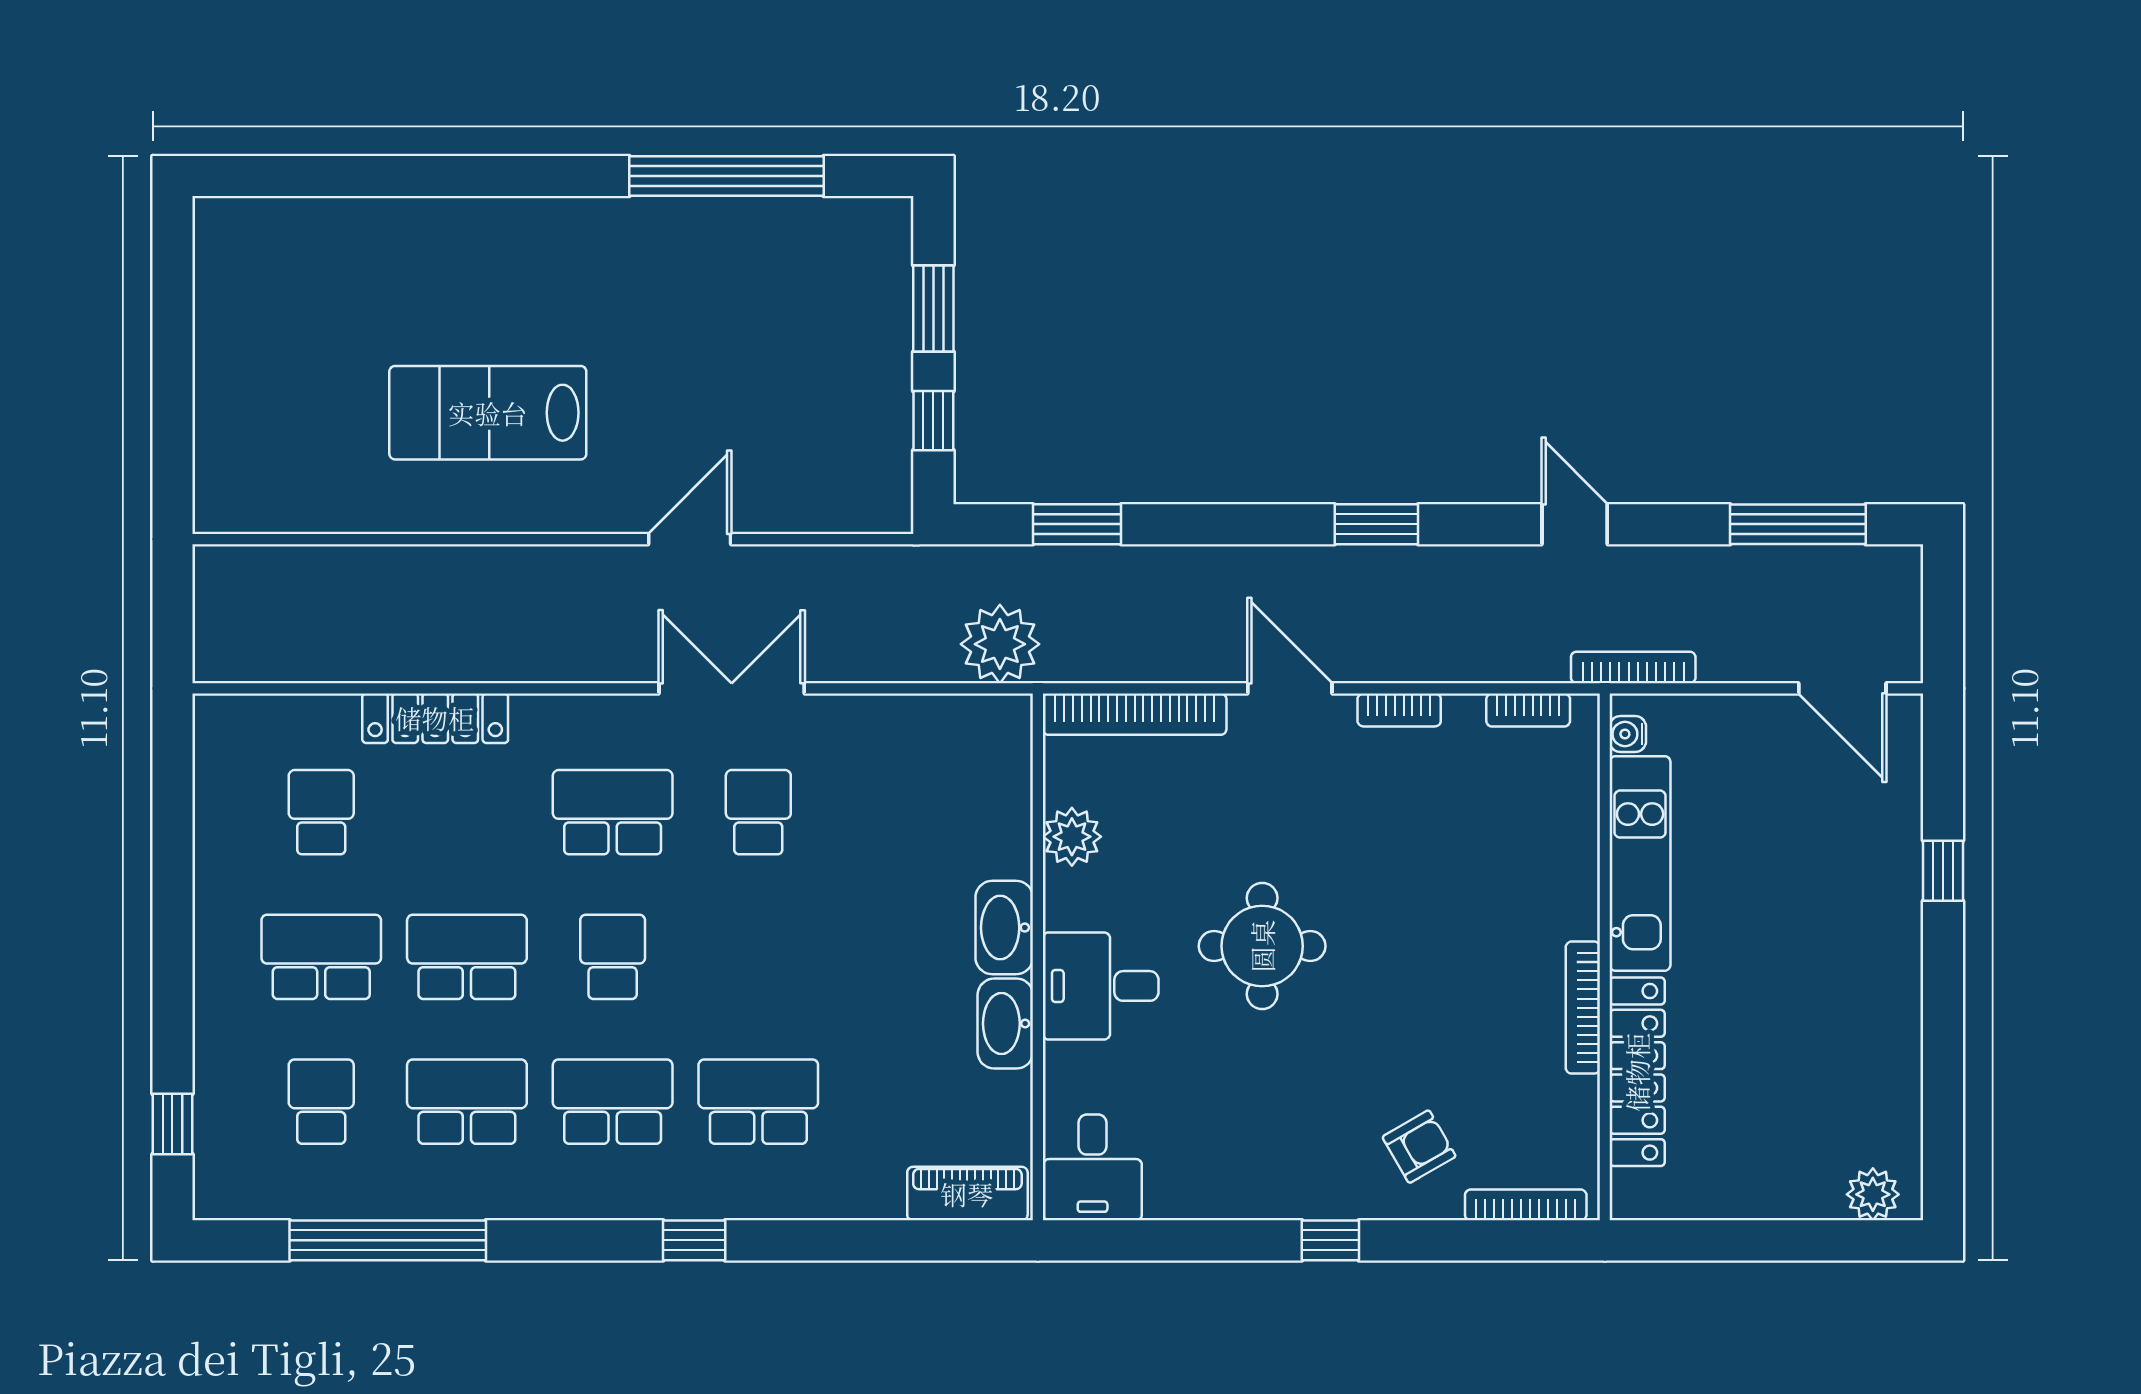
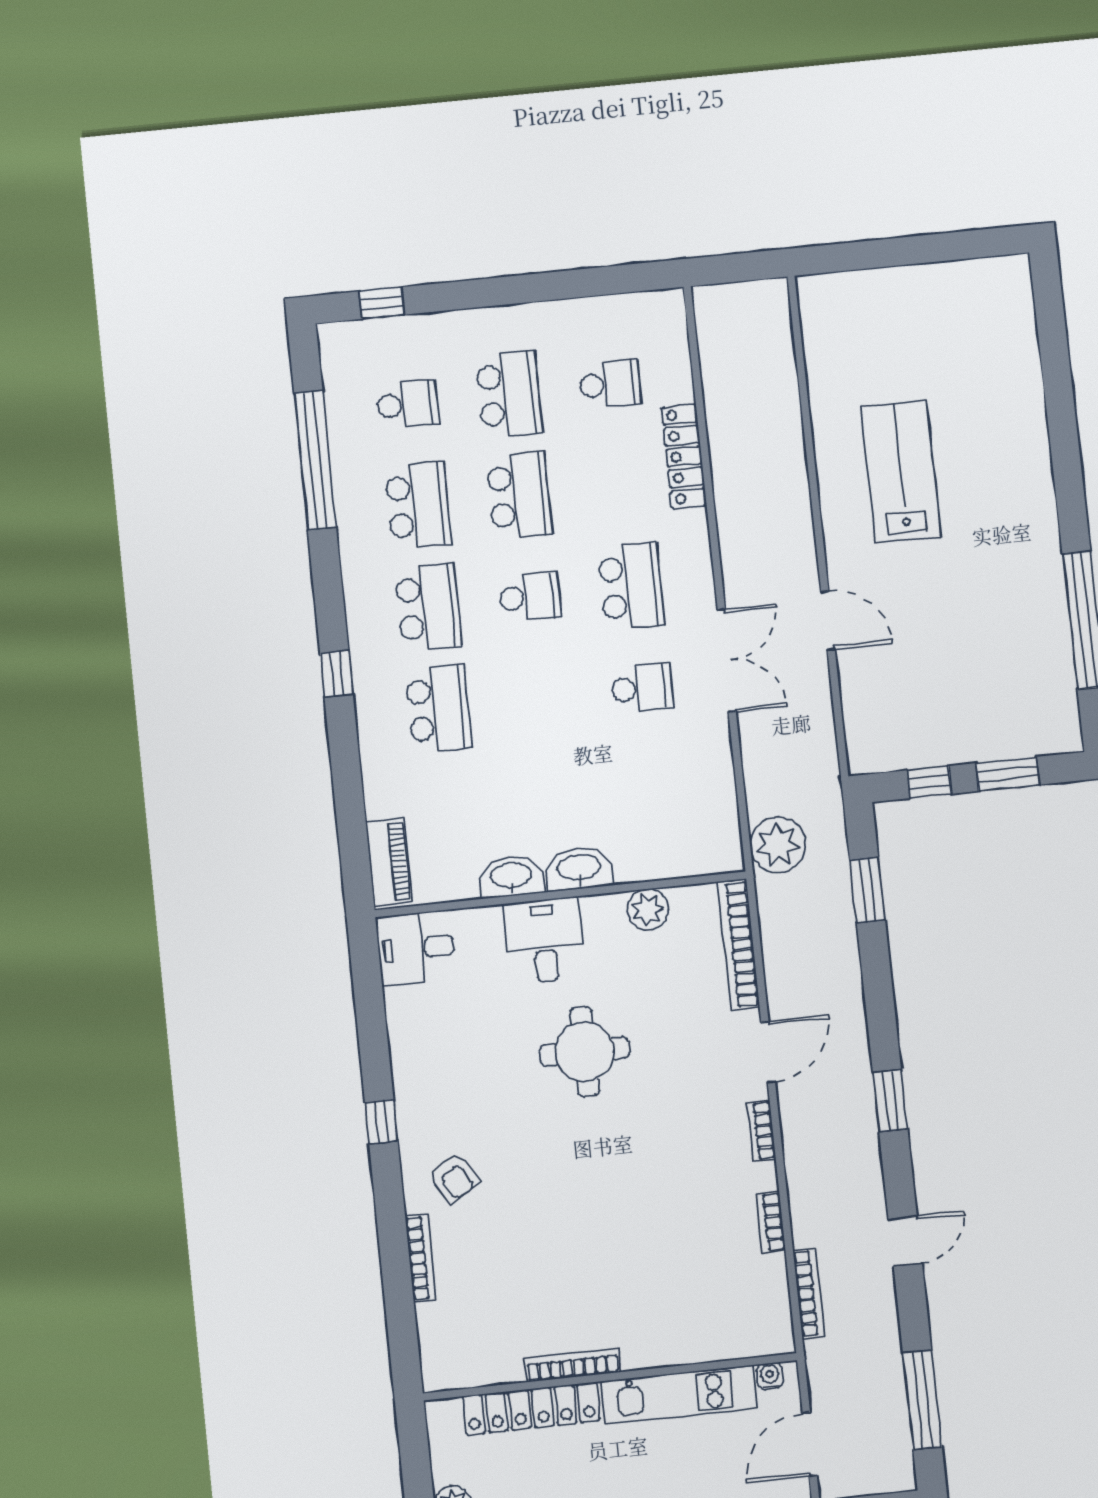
water cooler: (1628, 734) -> (770, 1376), moved
kitchen unit: (1640, 863) -> (679, 1395), moved
wall: (1605, 957) -> (610, 1377), moved
bookcase: (1583, 1008) -> (573, 1365), moved
locker: (1637, 1072) -> (531, 1409), moved

